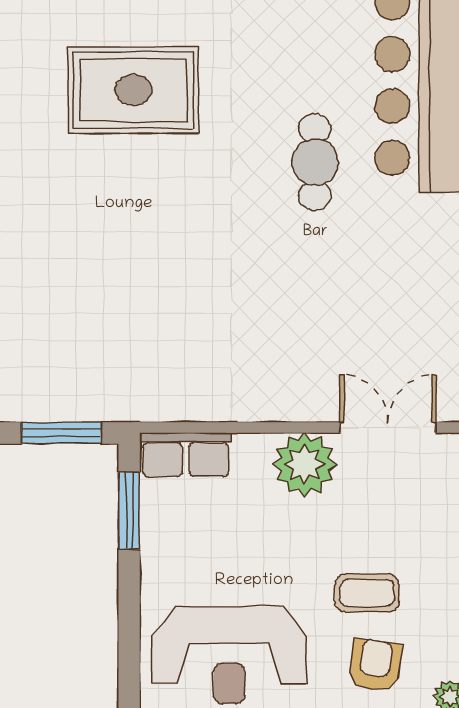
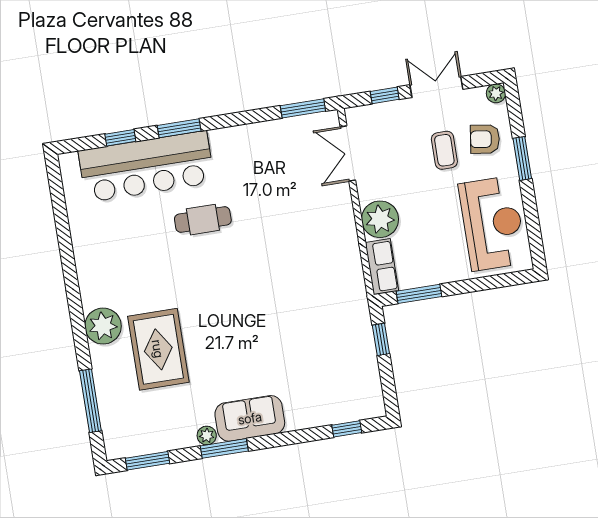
rug: (133, 90) -> (158, 349), moved
window: (62, 433) -> (381, 339), width x0.67
plant: (305, 464) -> (380, 219), moved

